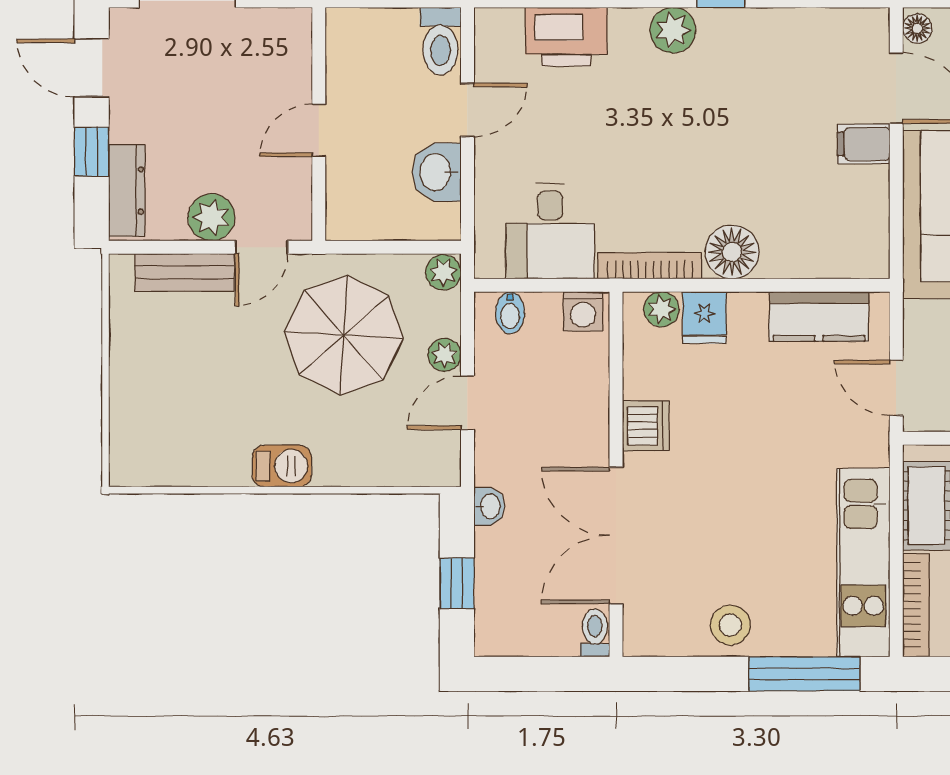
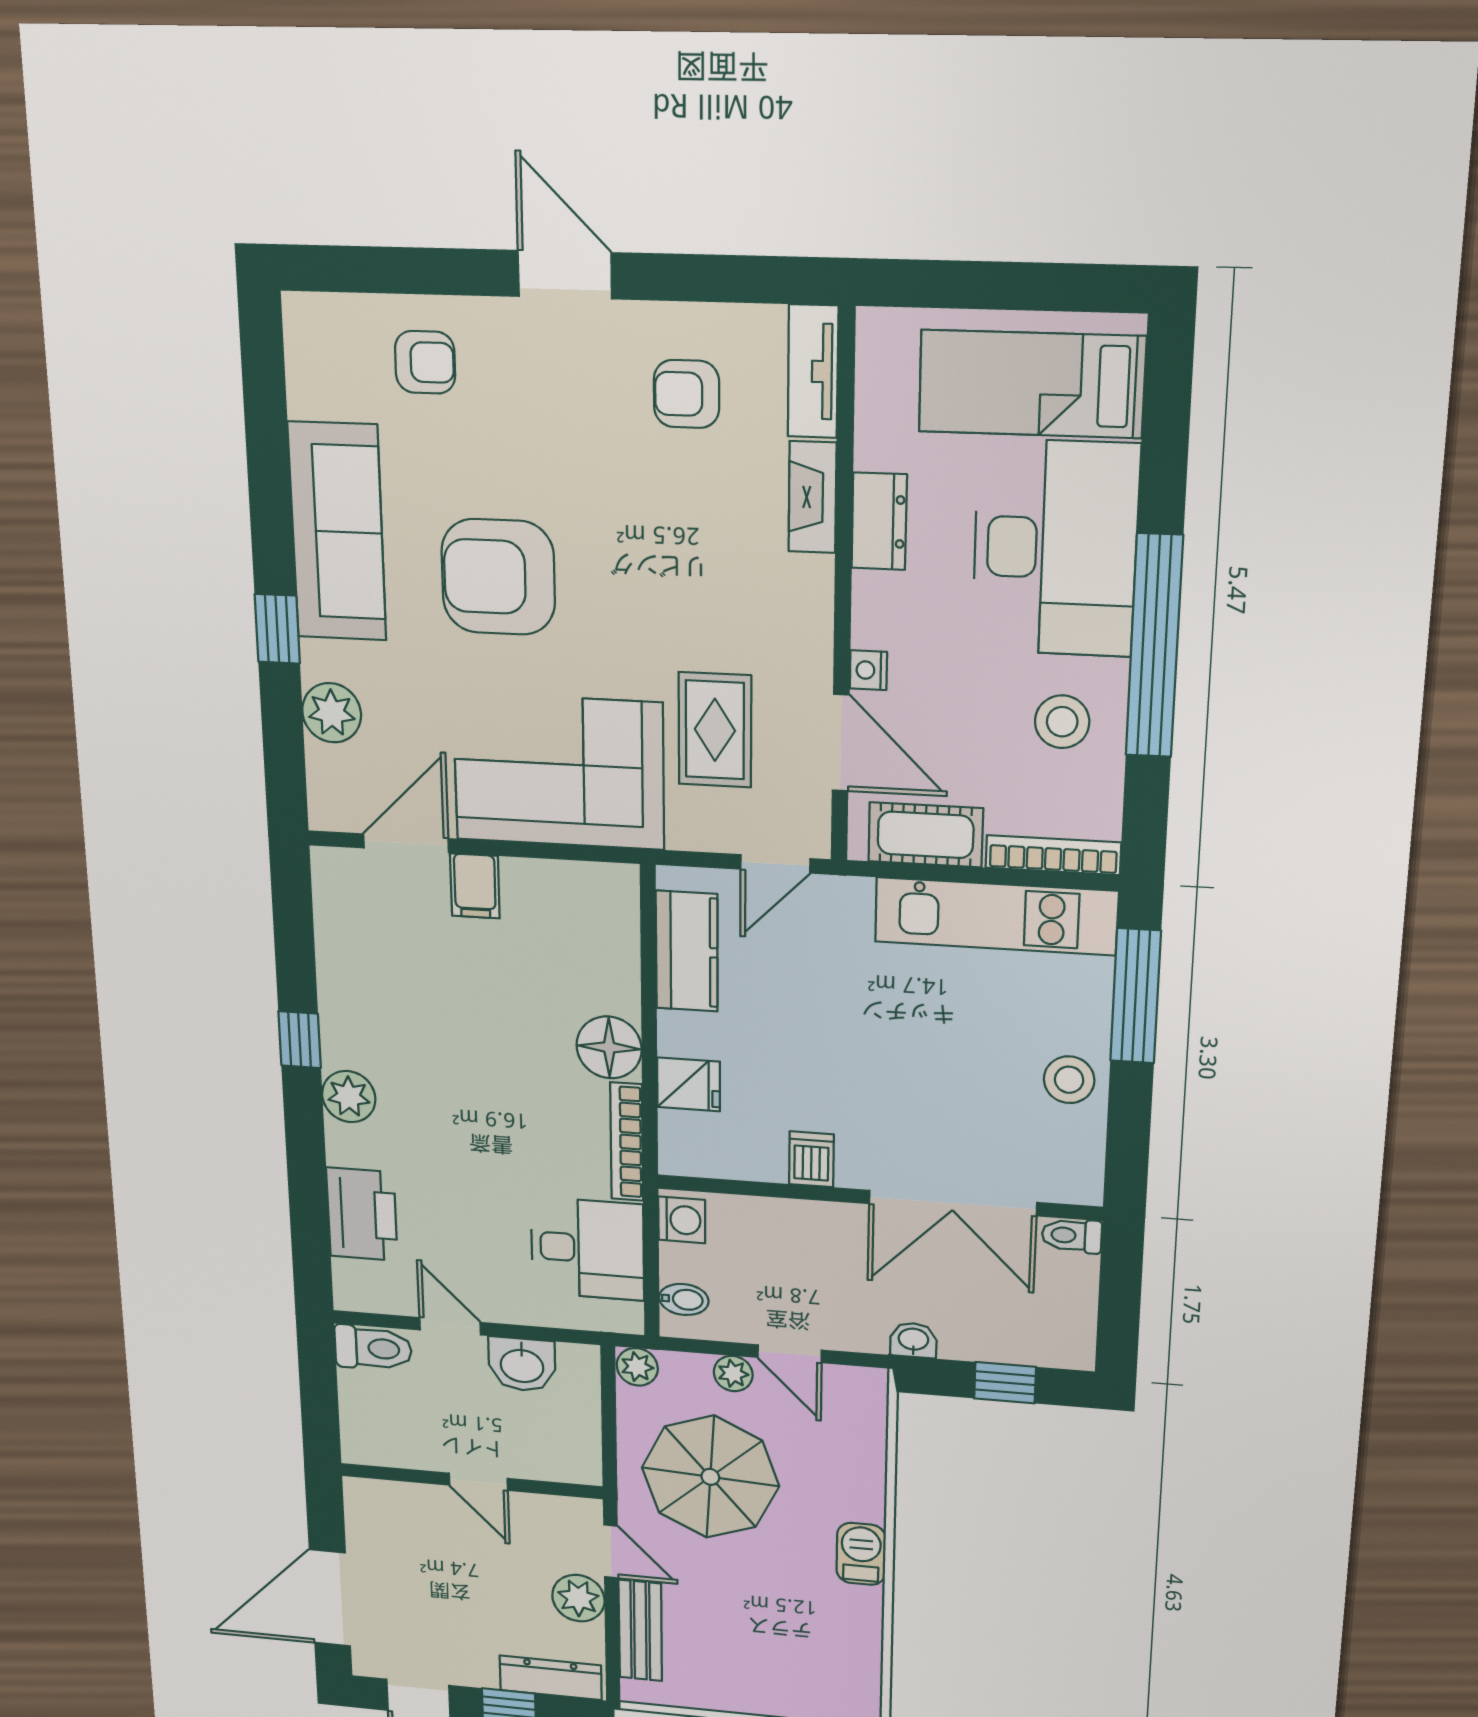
floor lamp: (917, 28) -> (333, 814), removed
plant: (662, 309) -> (679, 1132), removed
dishwasher: (646, 426) -> (811, 1159), width x0.73

